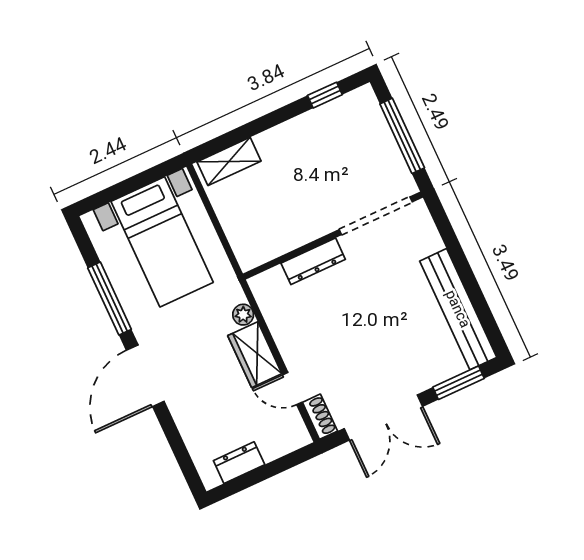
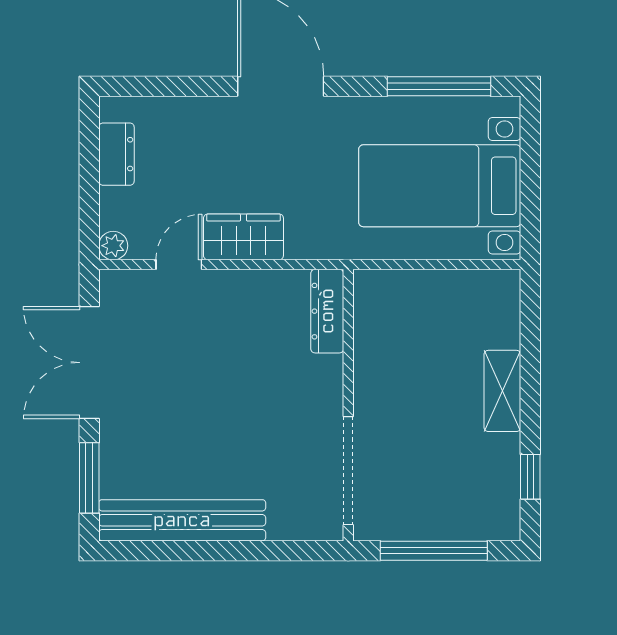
shelving: (229, 161) -> (502, 391), moved
dresser: (313, 261) -> (327, 311), moved
window: (110, 299) -> (439, 86), moved
plant: (243, 315) -> (113, 246), moved
shoe rack: (320, 417) -> (127, 283), removed

